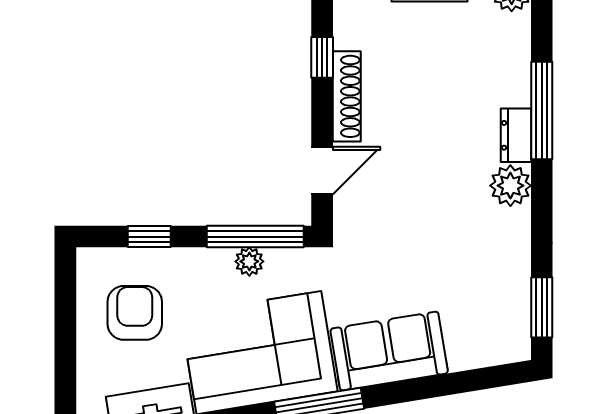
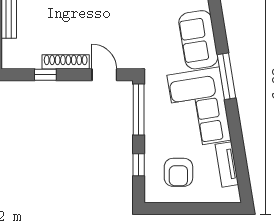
plant: (249, 261) -> (152, 113), removed
armchair: (135, 313) -> (178, 172), turned -90

